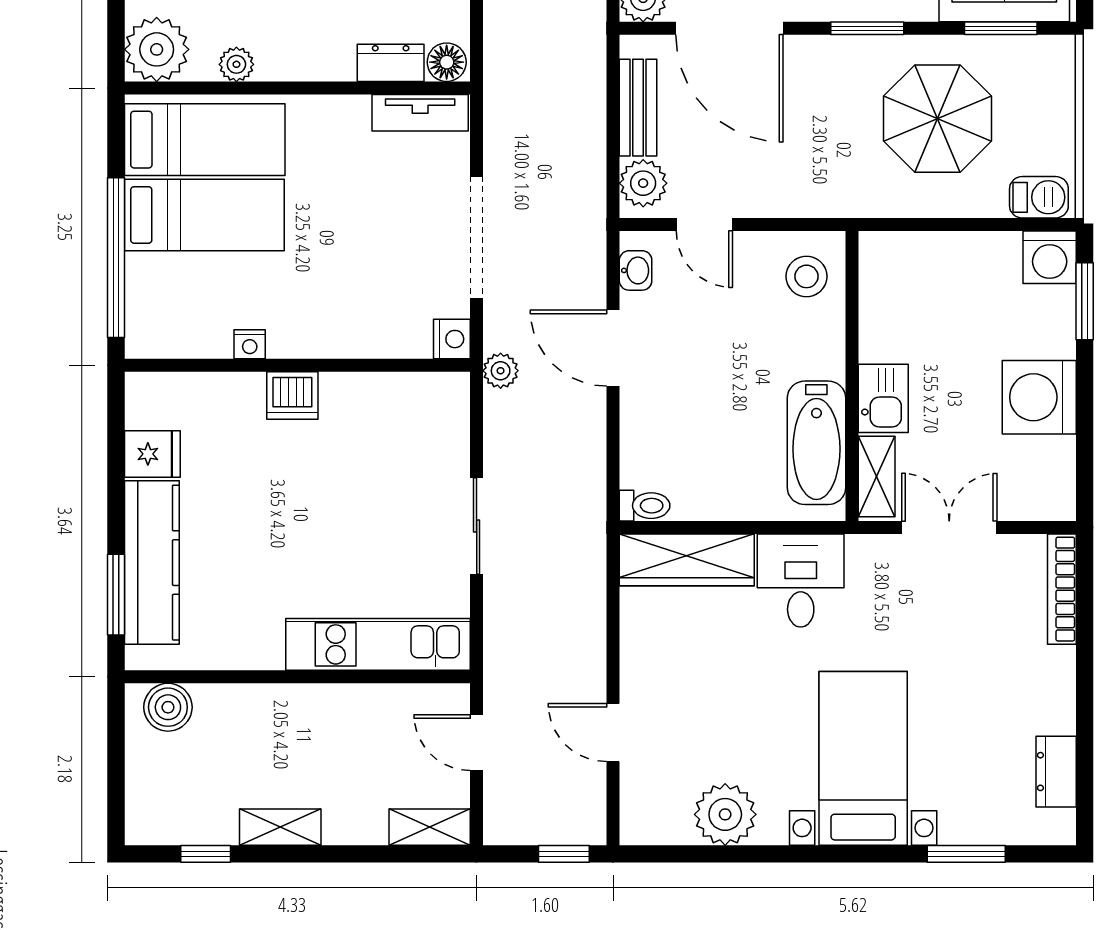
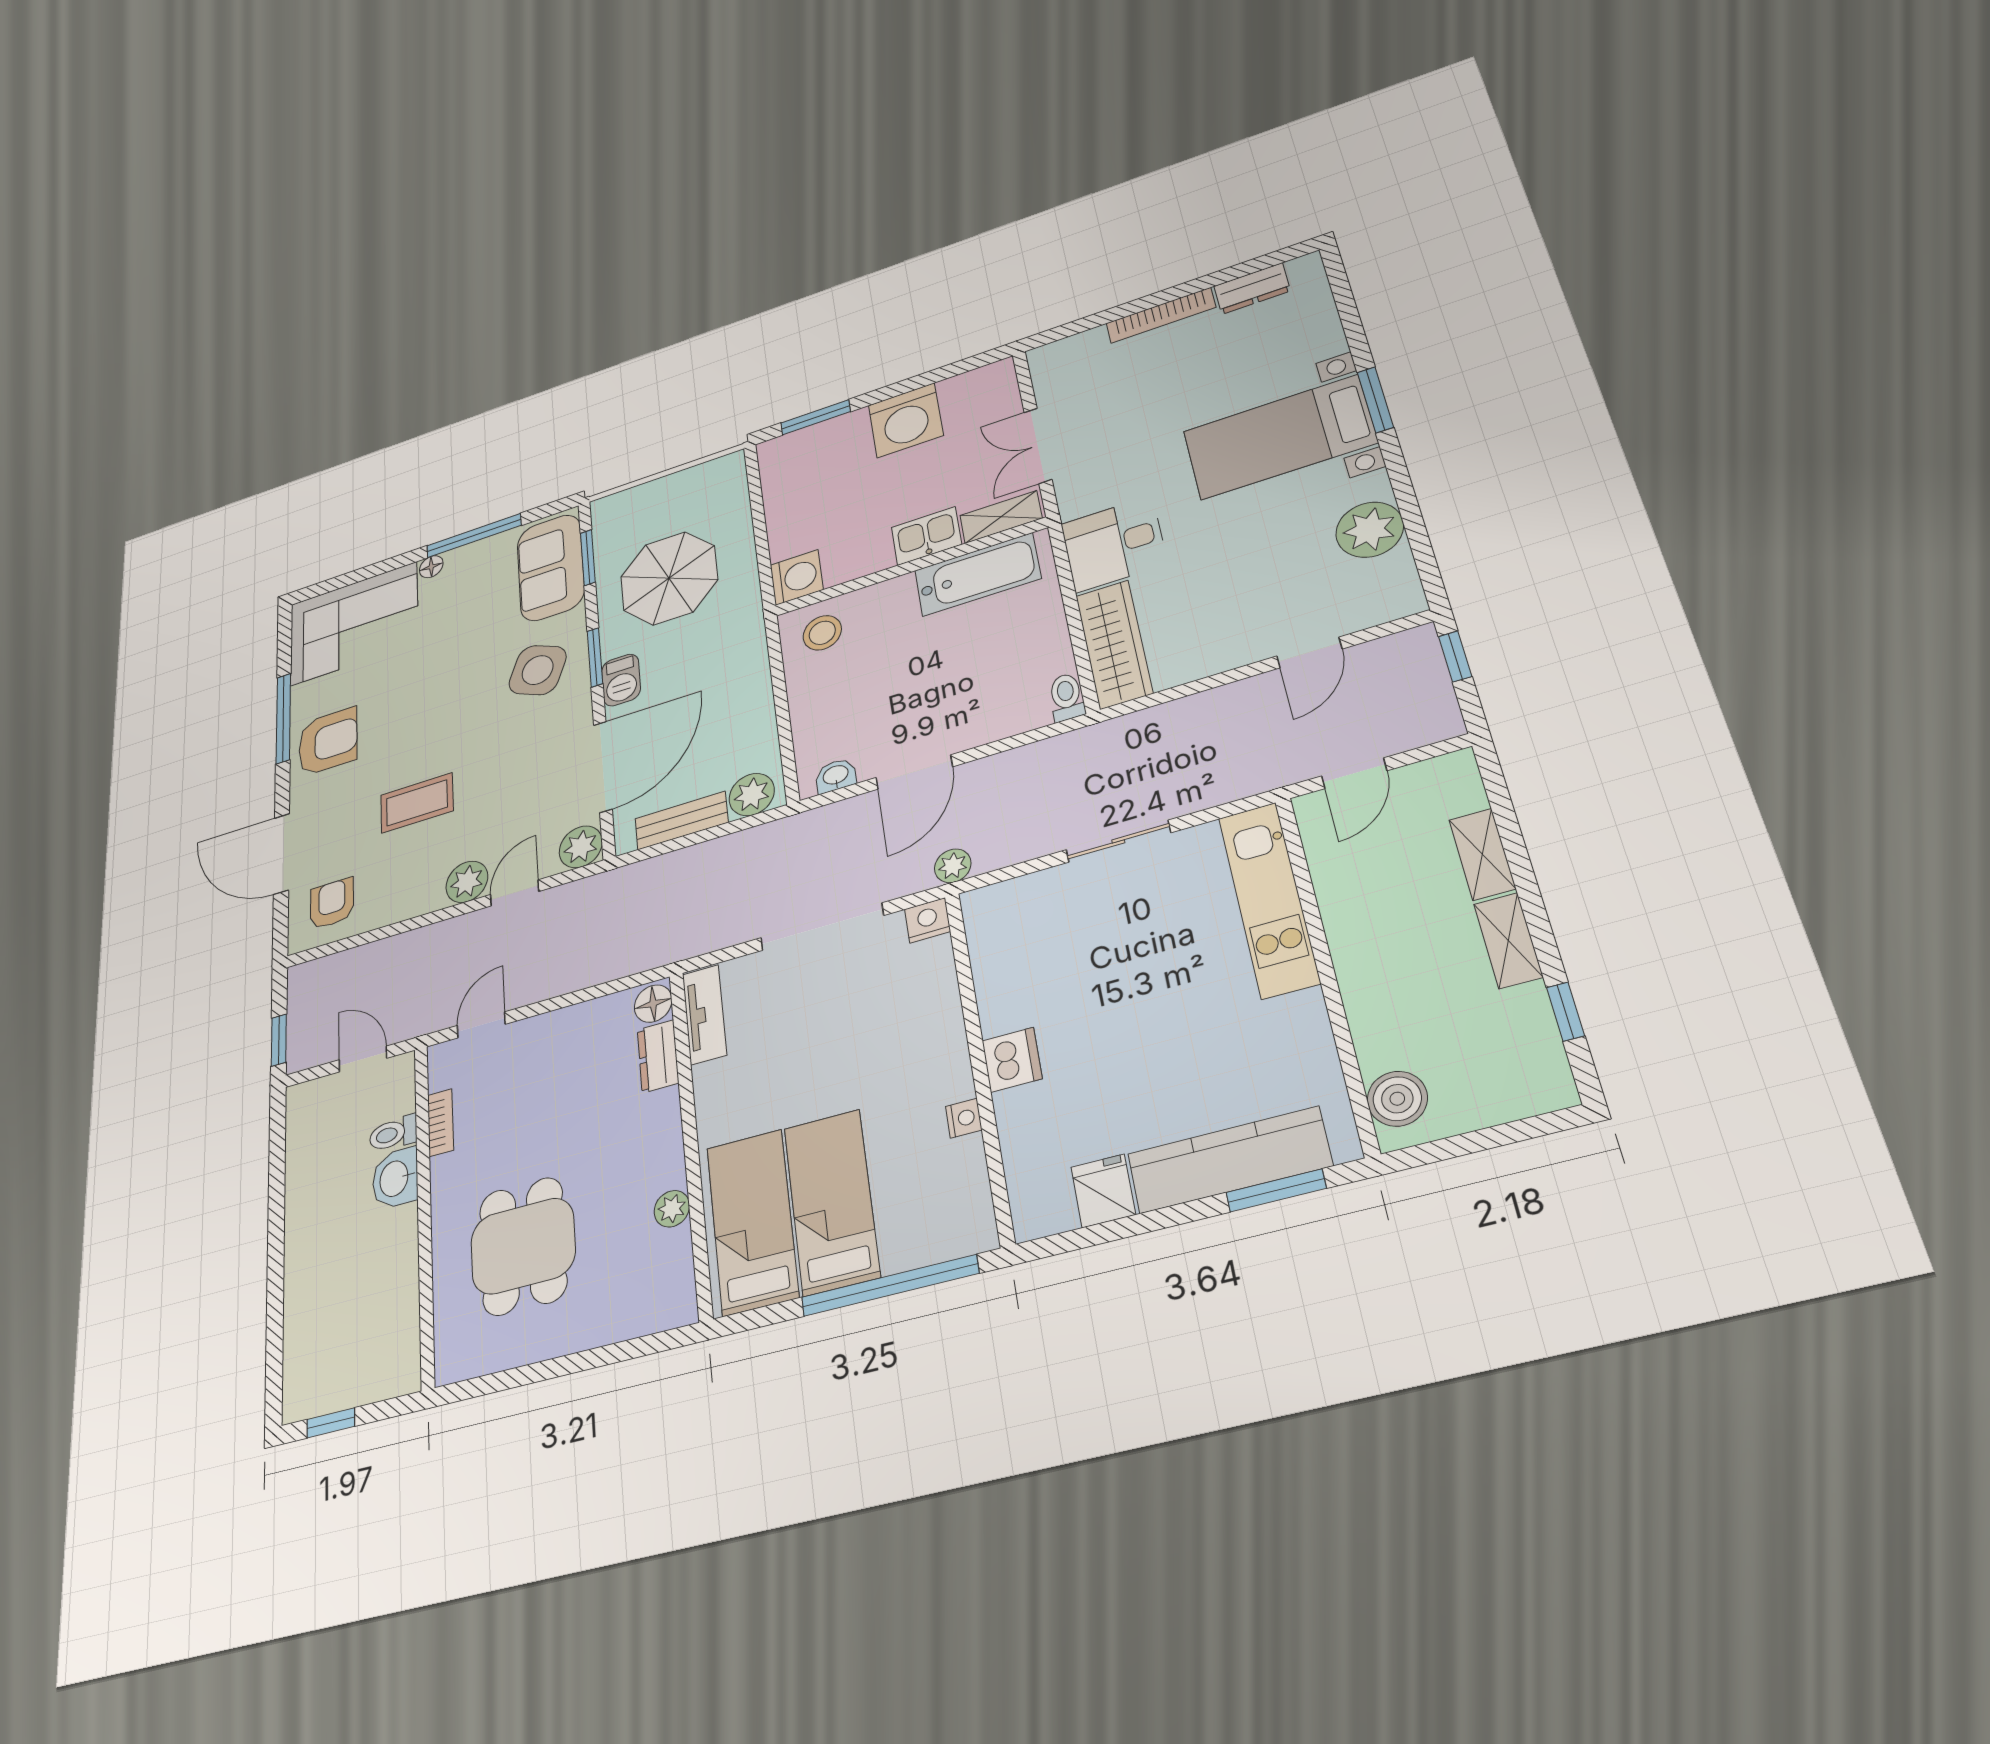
plant: (157, 49) -> (663, 1296), removed
barbecue: (1039, 197) -> (621, 680), moved, turned 180
door: (704, 224) -> (785, 731), removed
washing machine: (1050, 257) -> (797, 577), moved
bookcase: (1062, 589) -> (1161, 315), moved
shelving: (430, 827) -> (1482, 854), moved
window: (966, 854) -> (1375, 400), moved

